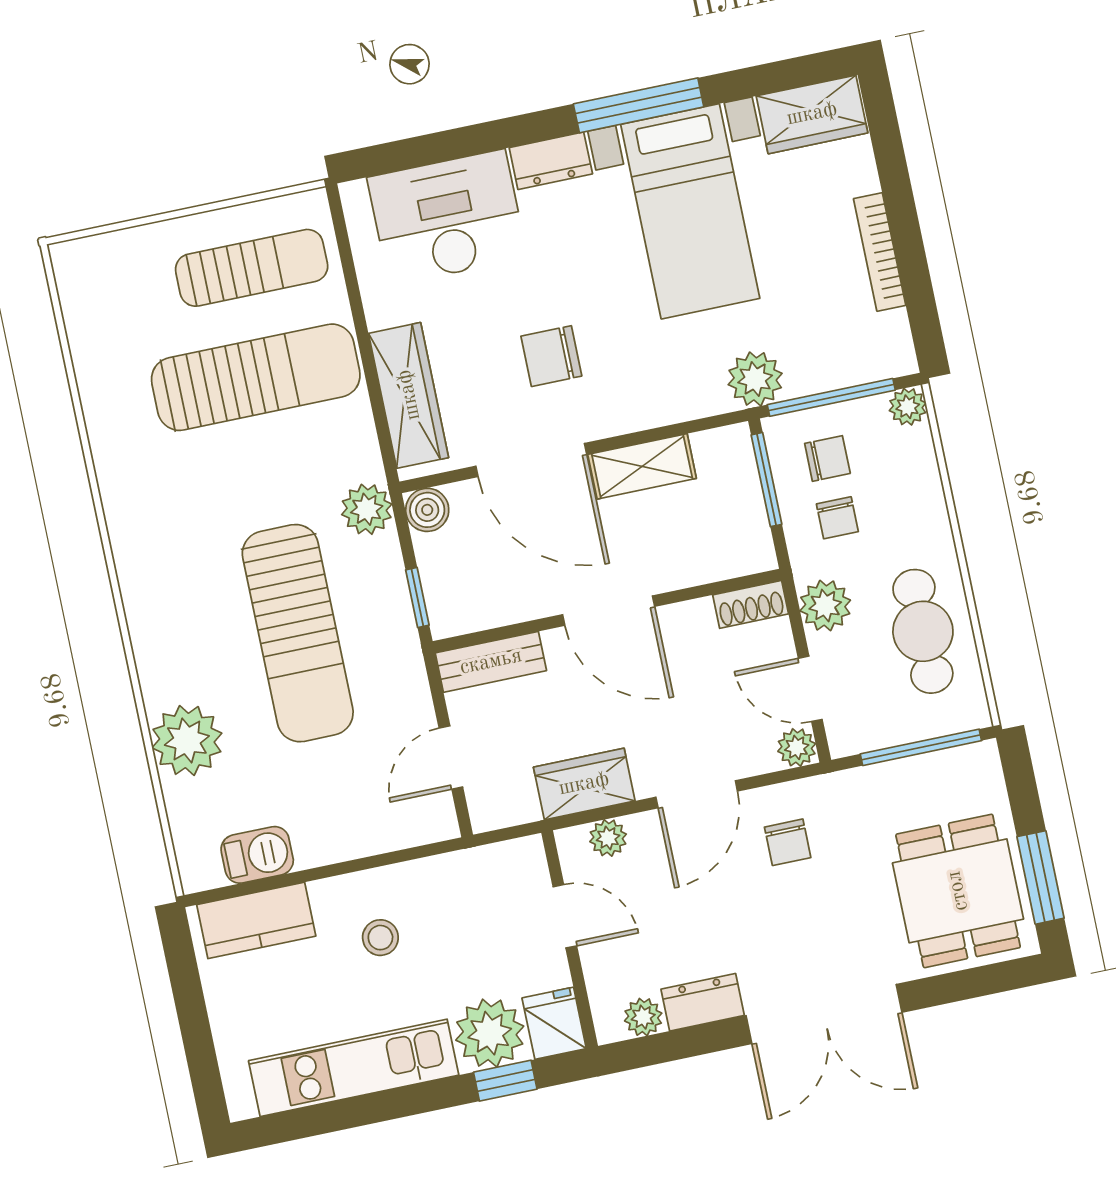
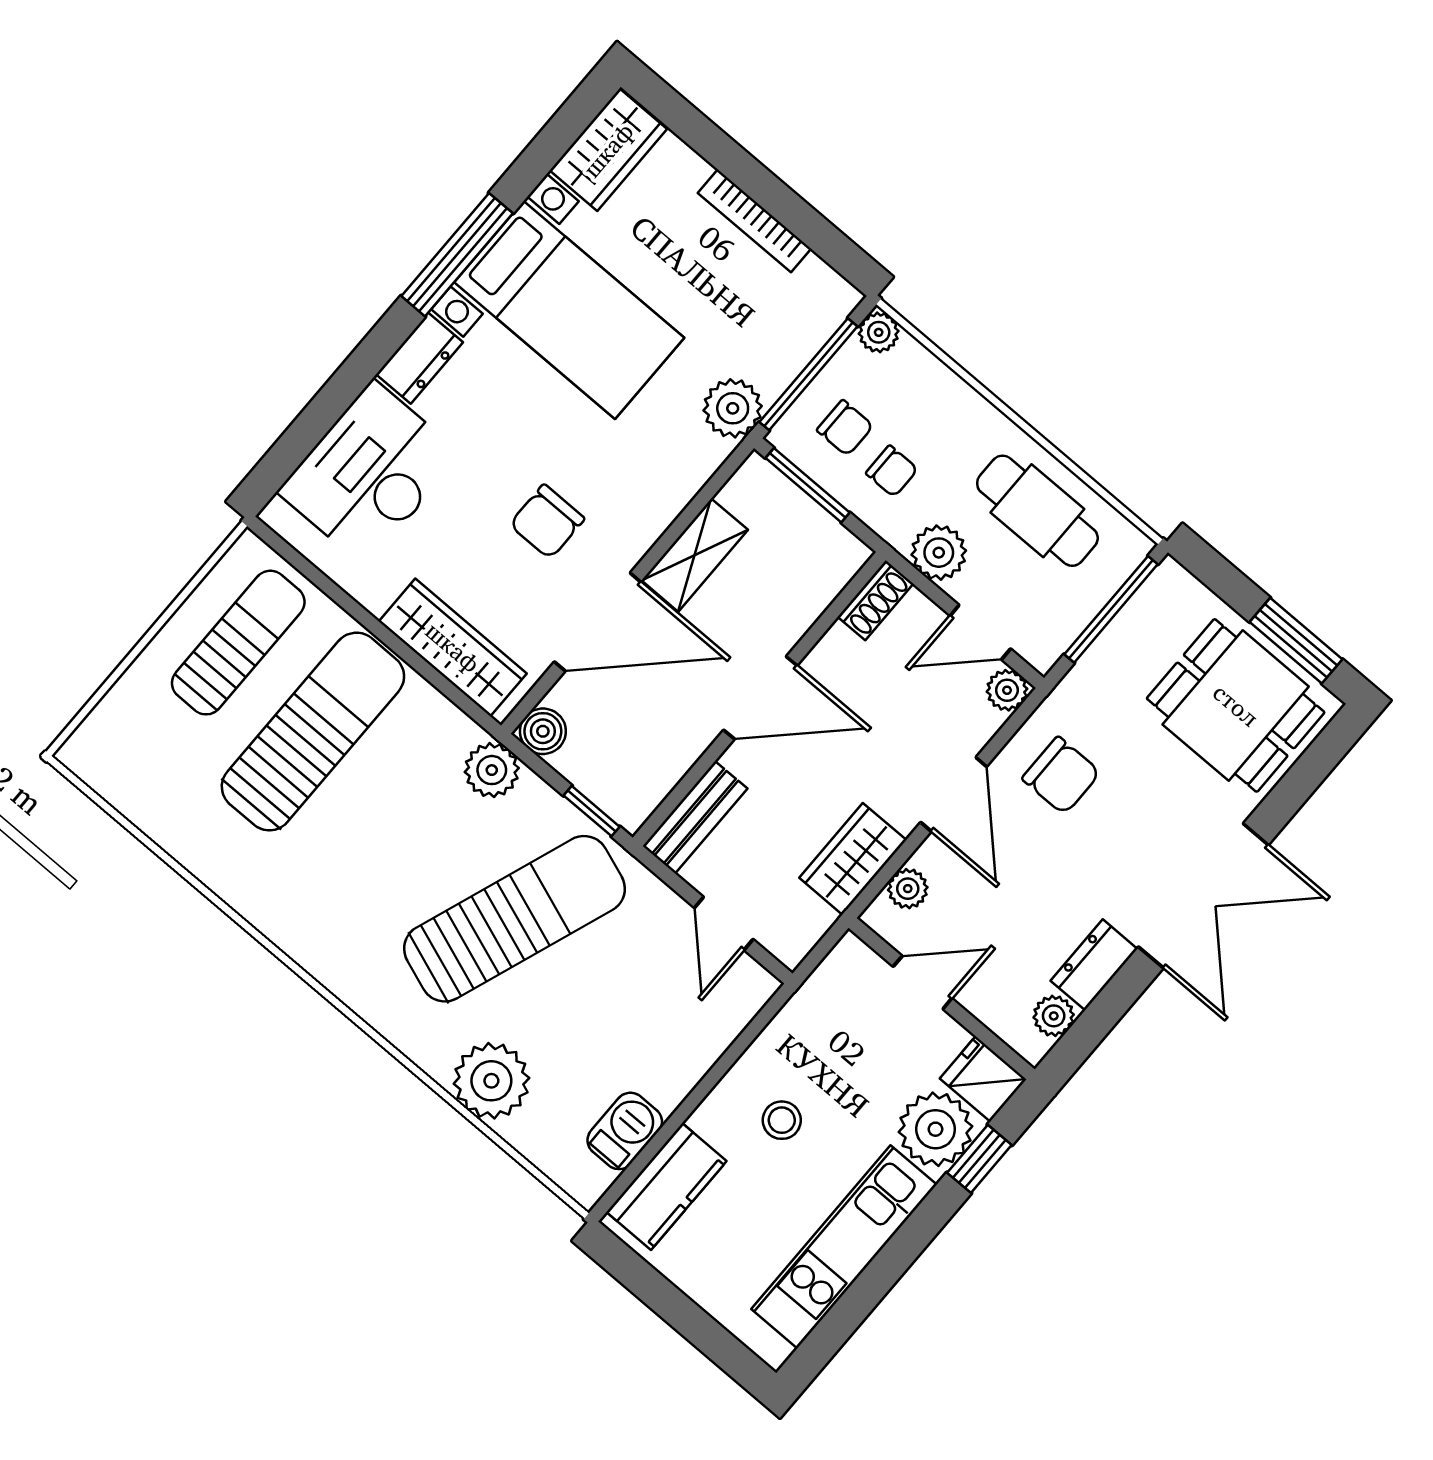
chair: (827, 458) -> (845, 428), turned 90
sun lounger: (298, 633) -> (514, 919), turned -70
chair: (788, 842) -> (1061, 775), width x1.37, depth x1.37

